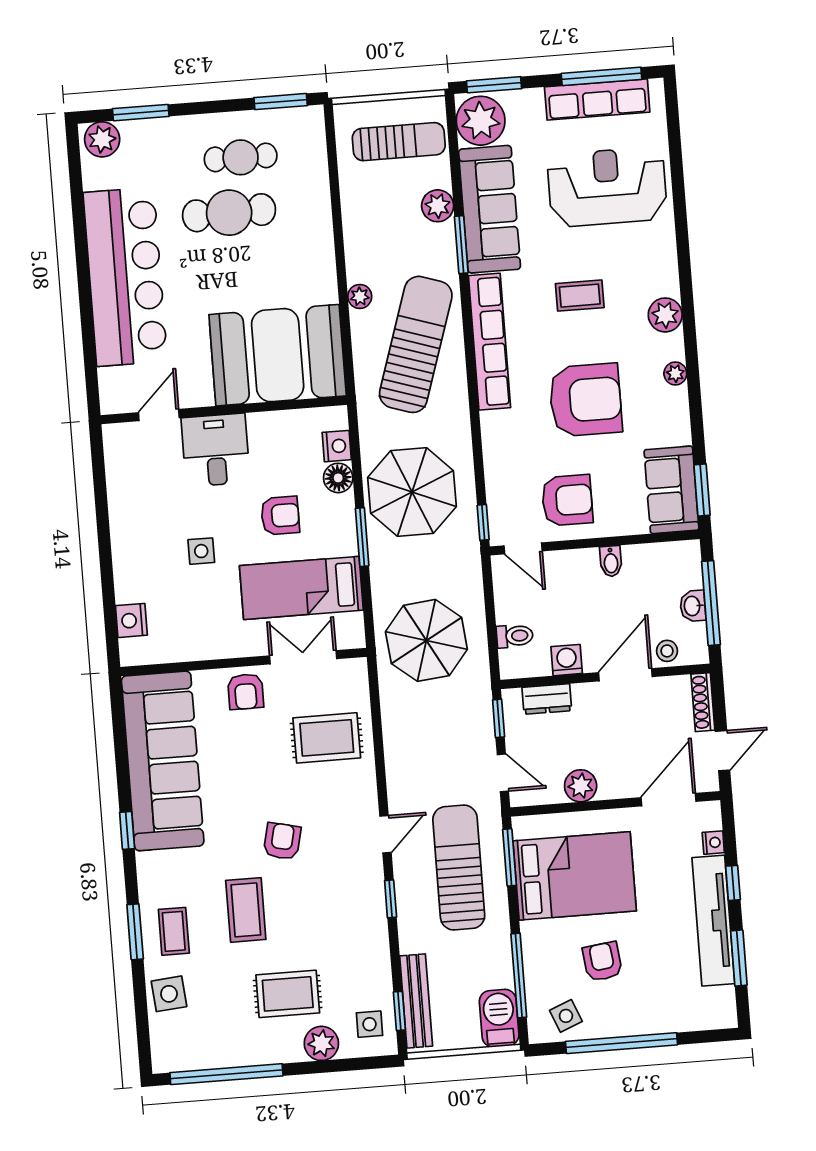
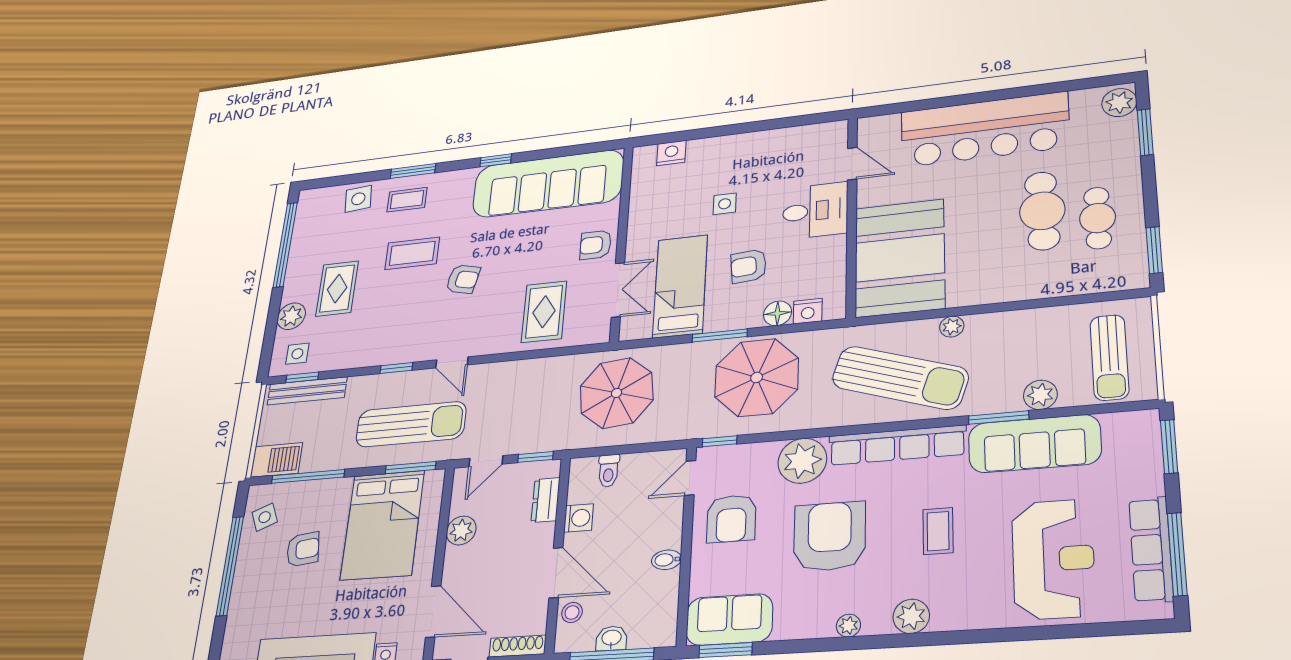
plant: (481, 121) -> (802, 461), moved
armchair: (586, 400) -> (830, 536), turned 180
armchair: (280, 515) -> (749, 266), turned 85

